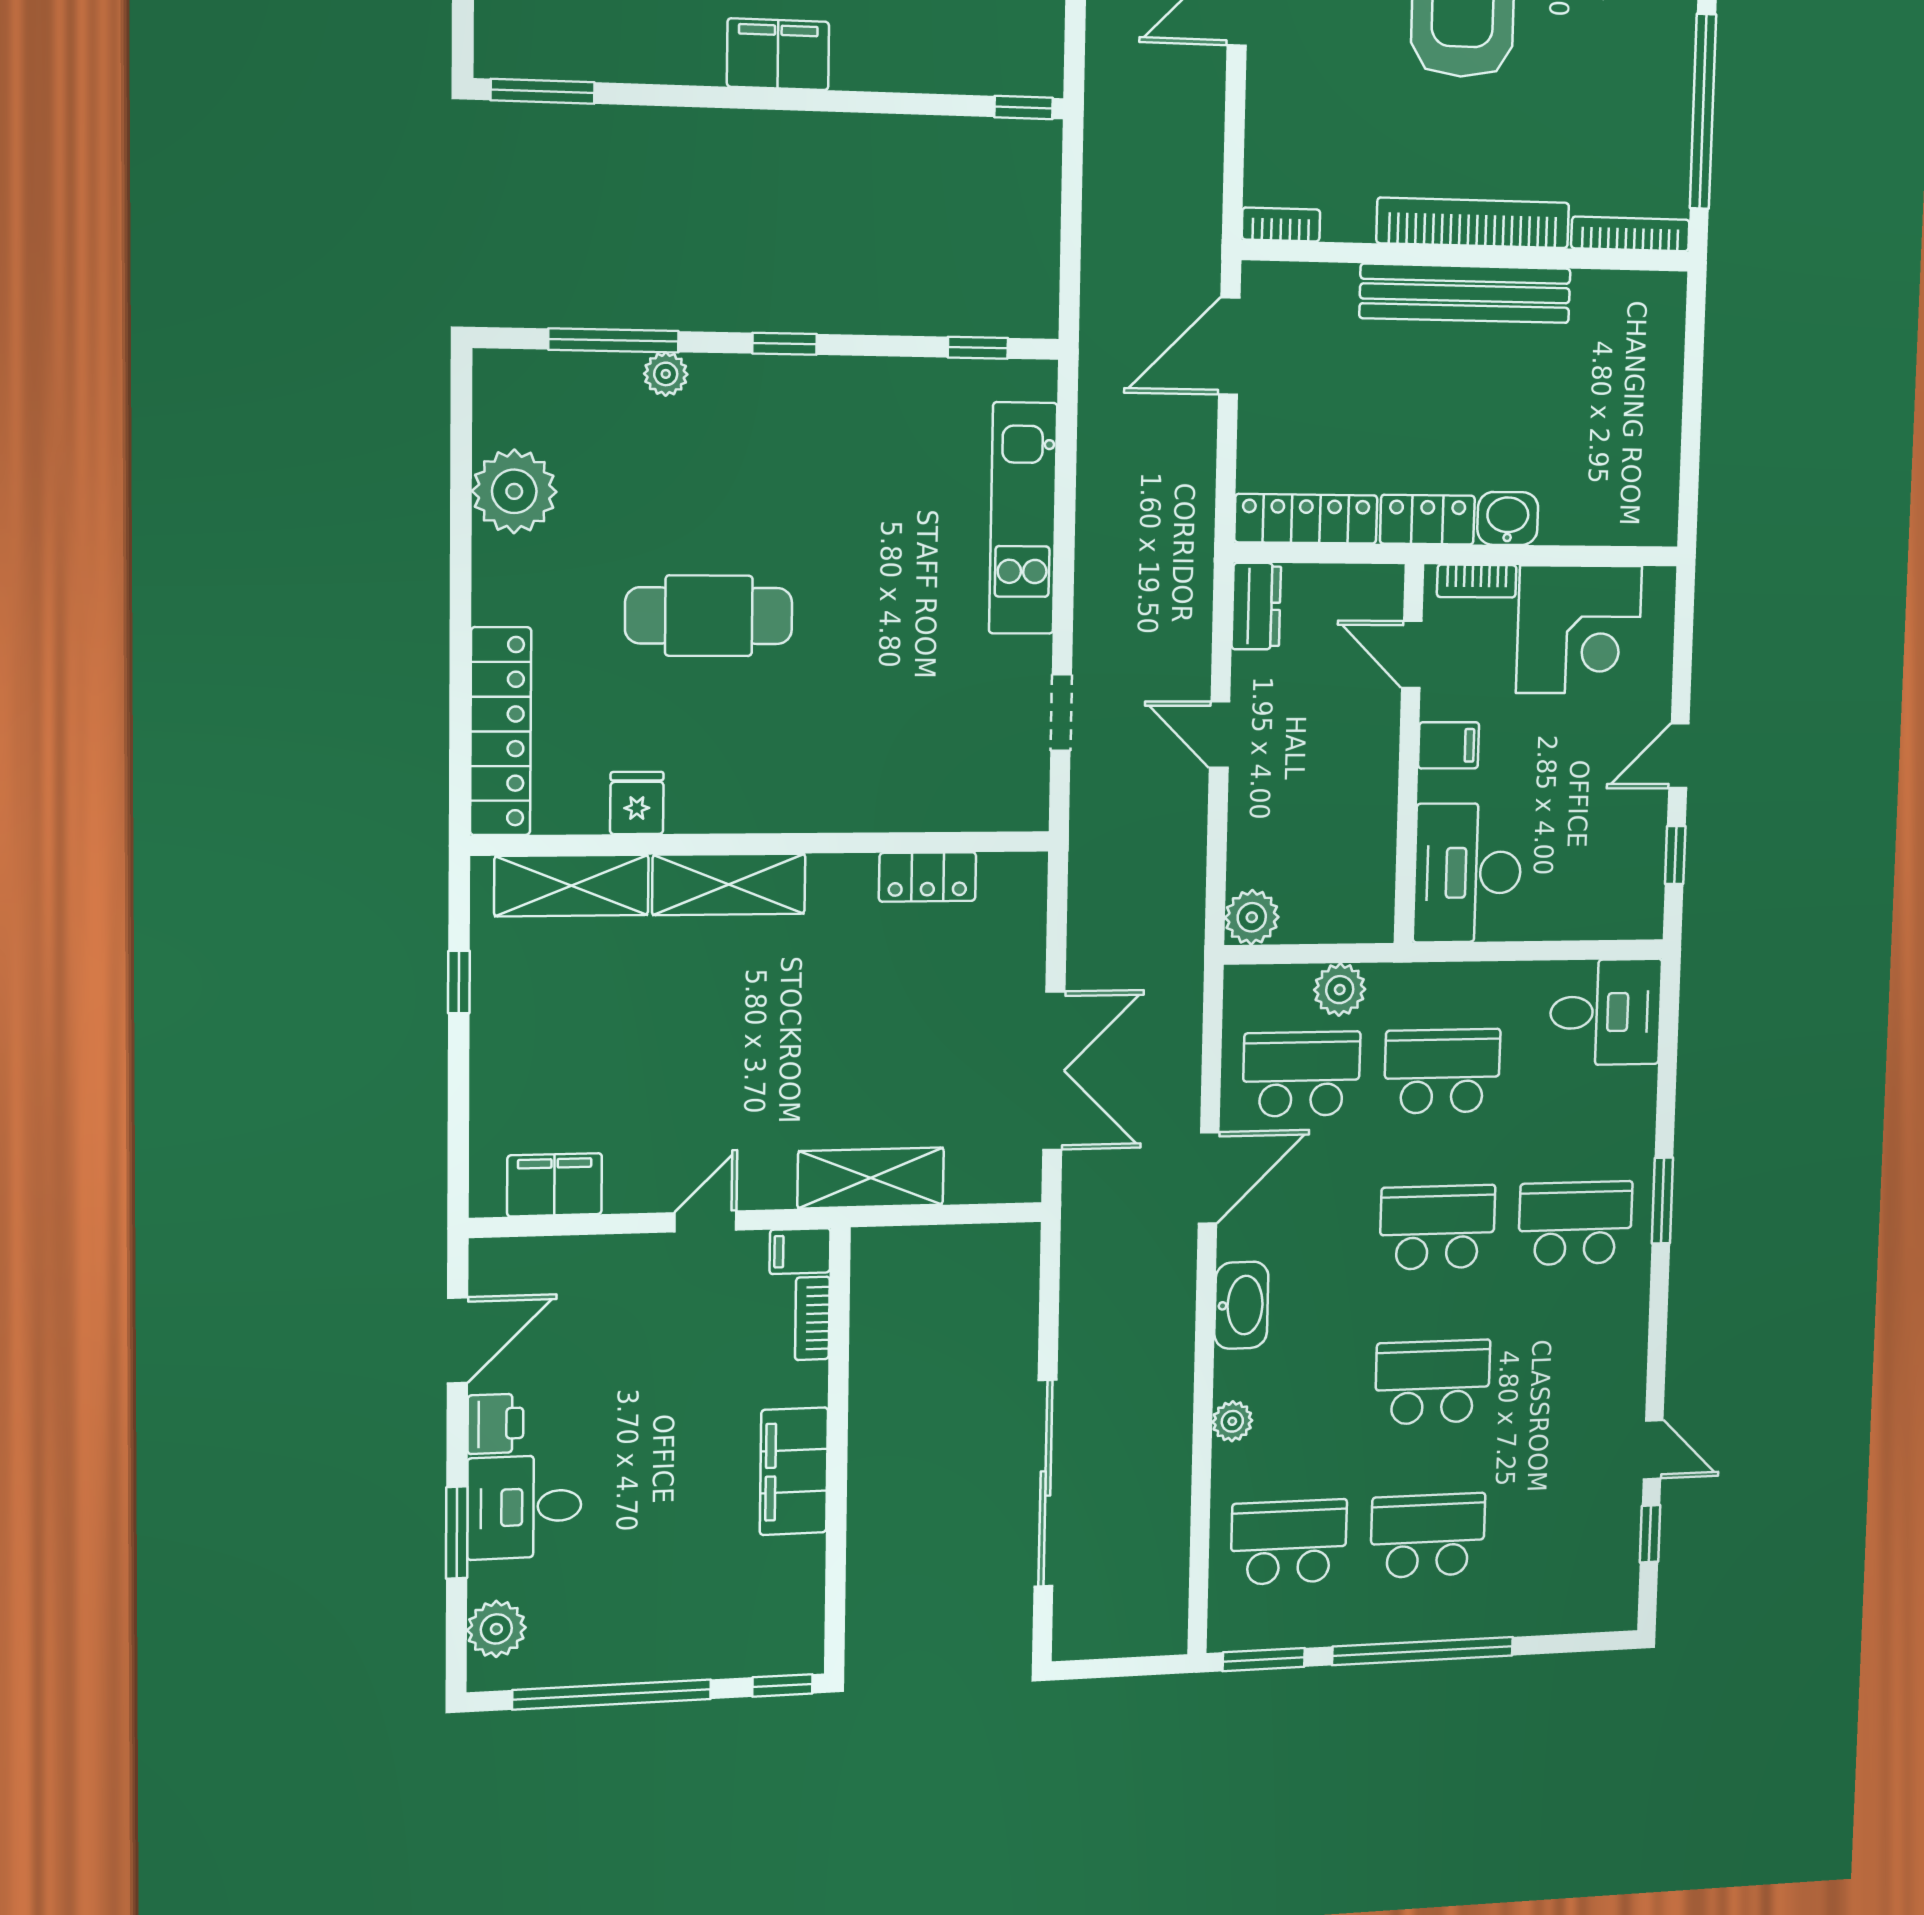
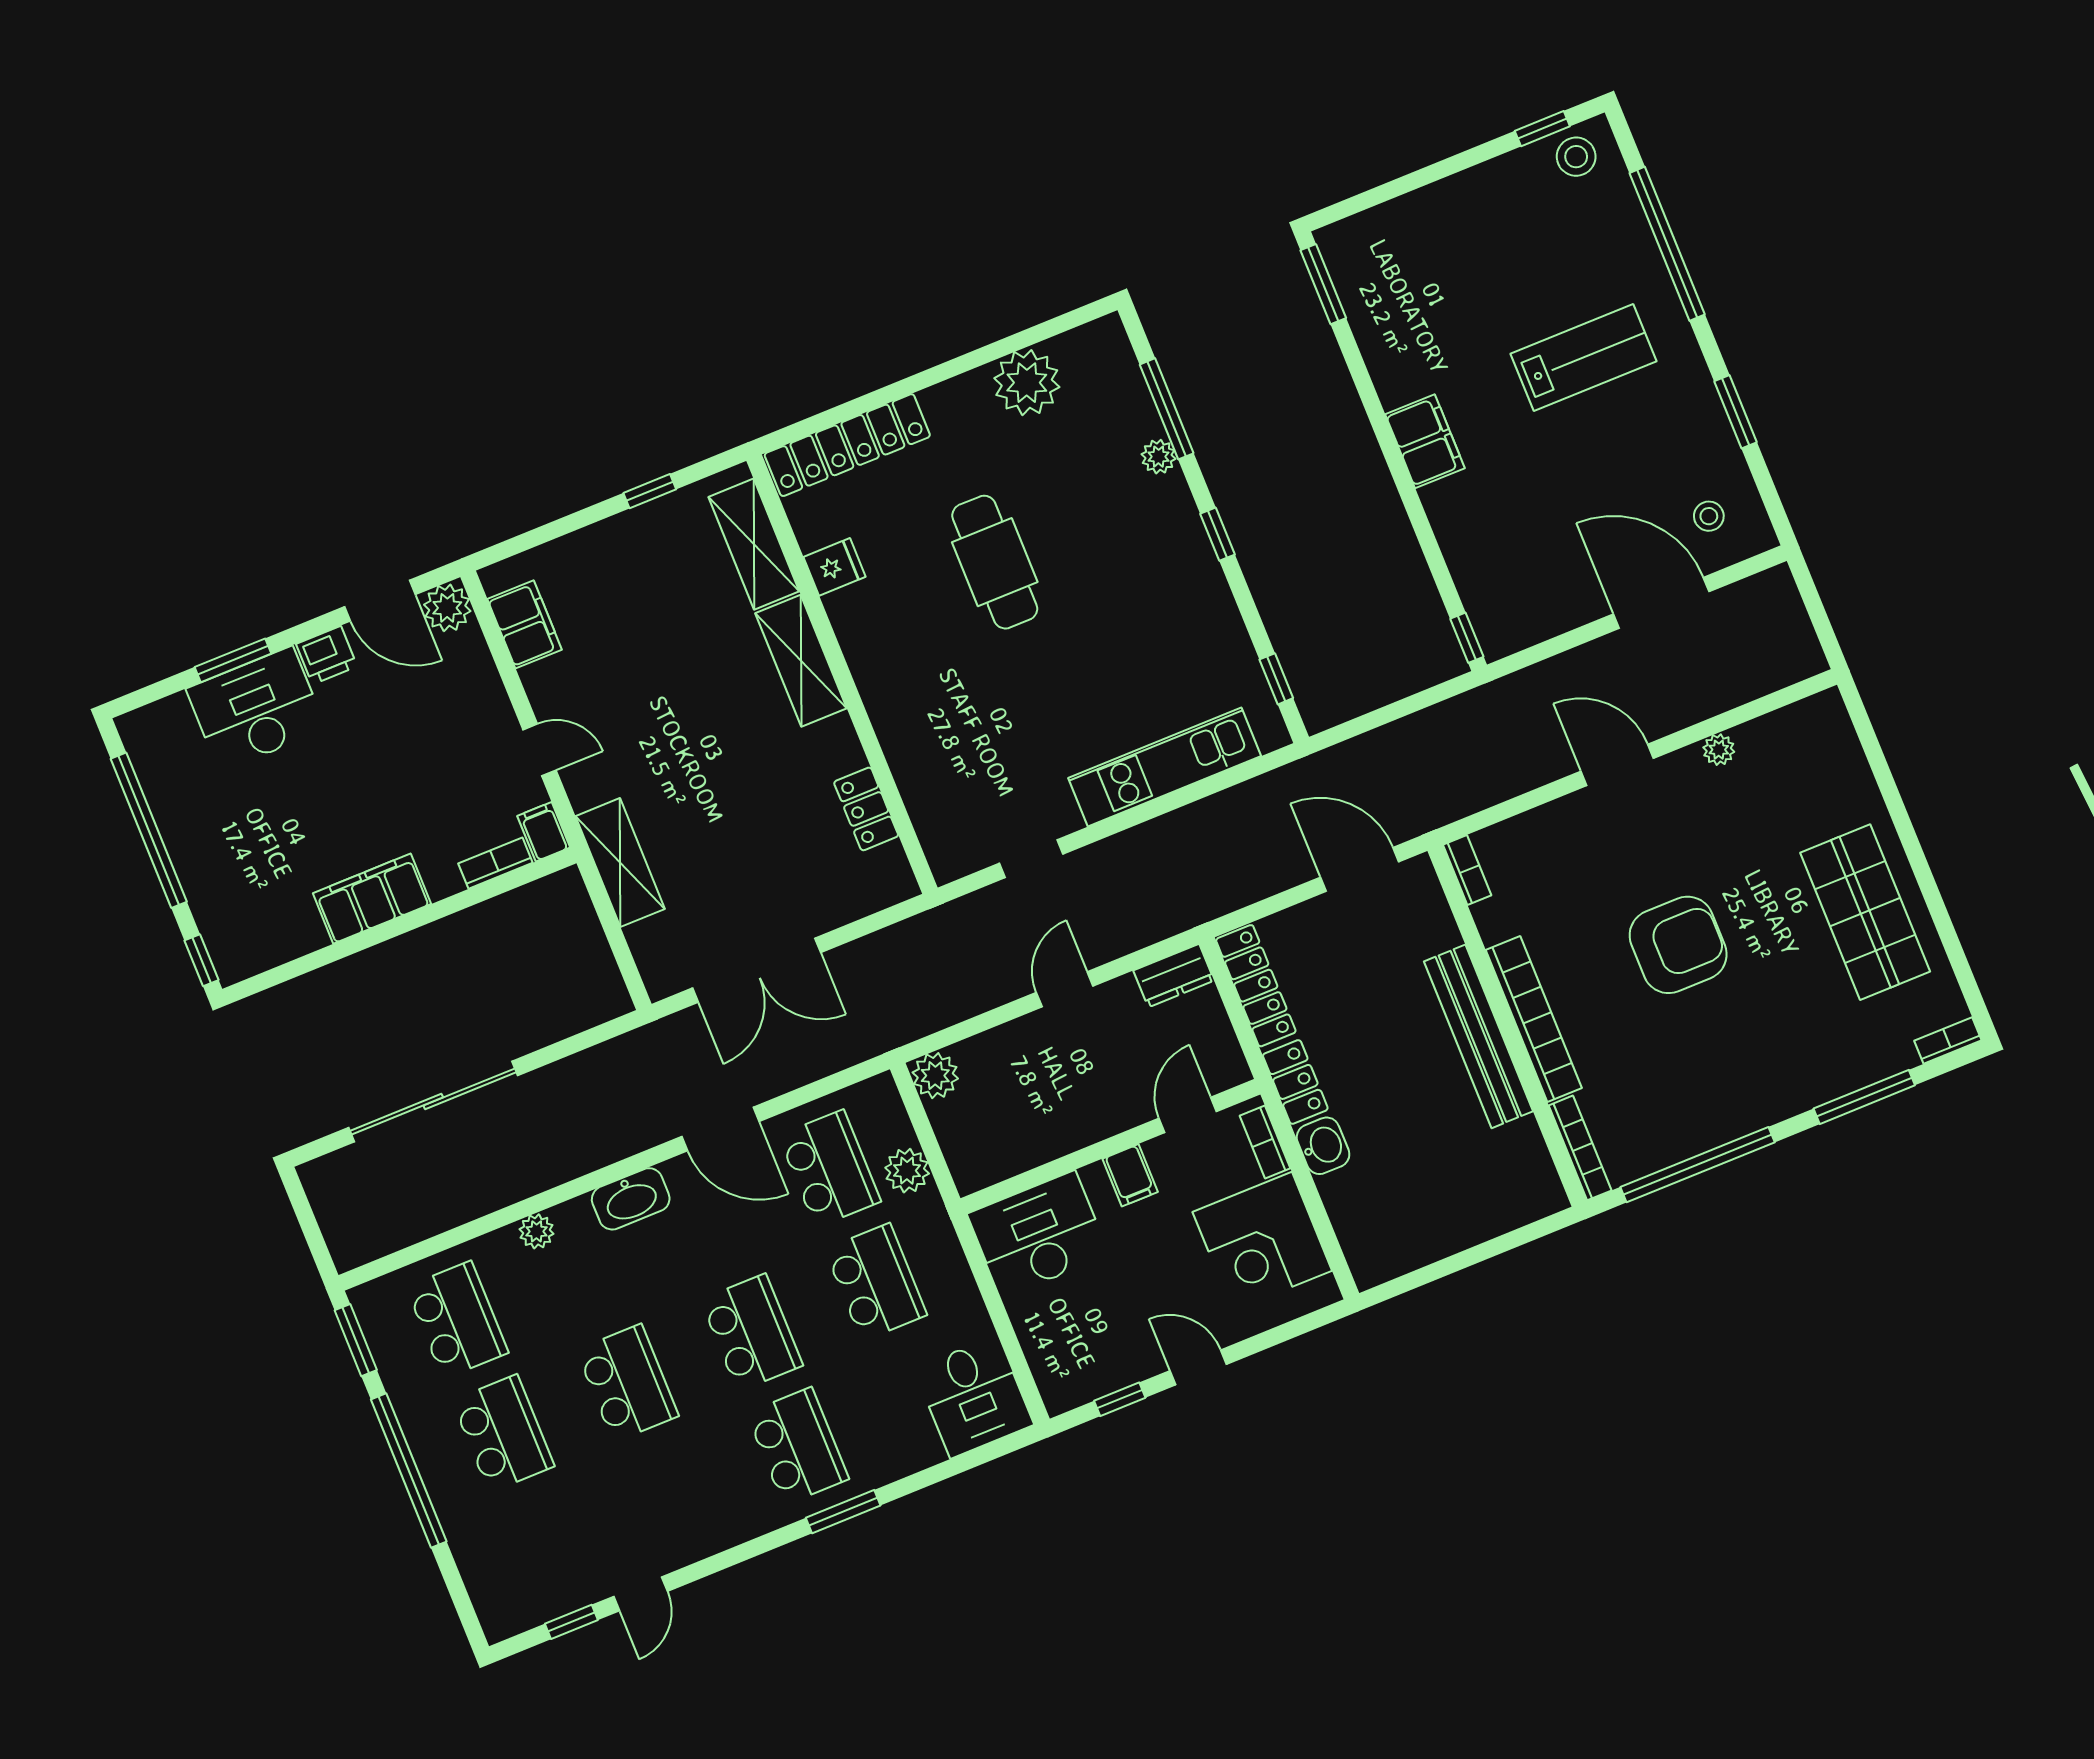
desk: (524, 1507) -> (256, 709), width x1.37
plant: (496, 1629) -> (447, 608), moved

